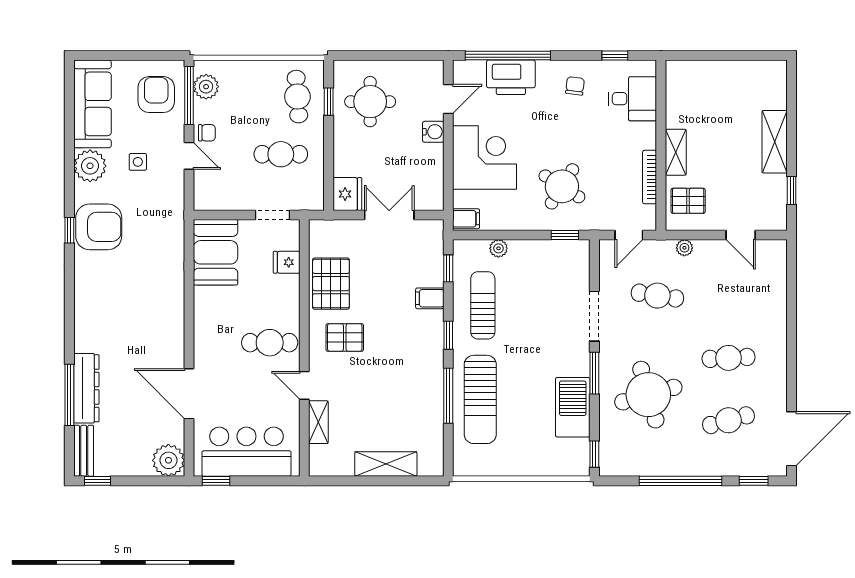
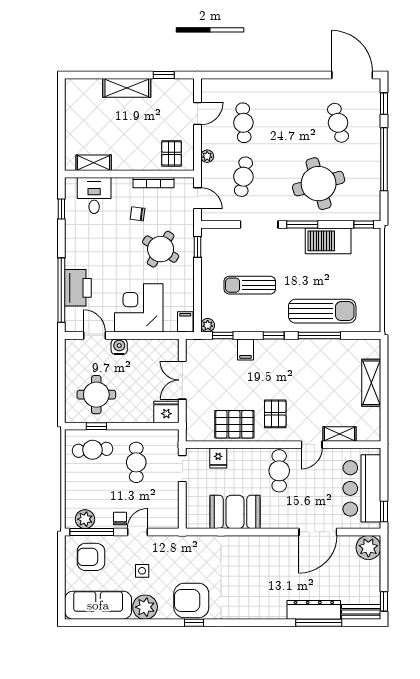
chair: (575, 86) -> (138, 214), moved
shelving: (676, 152) -> (94, 163), moved
armchair: (99, 227) -> (191, 600), turned -90
plant: (498, 248) -> (208, 325), moved
booth: (216, 252) -> (235, 512), moved
sun lounger: (483, 305) -> (250, 285), moved
cafe table: (729, 358) -> (243, 123), moved

